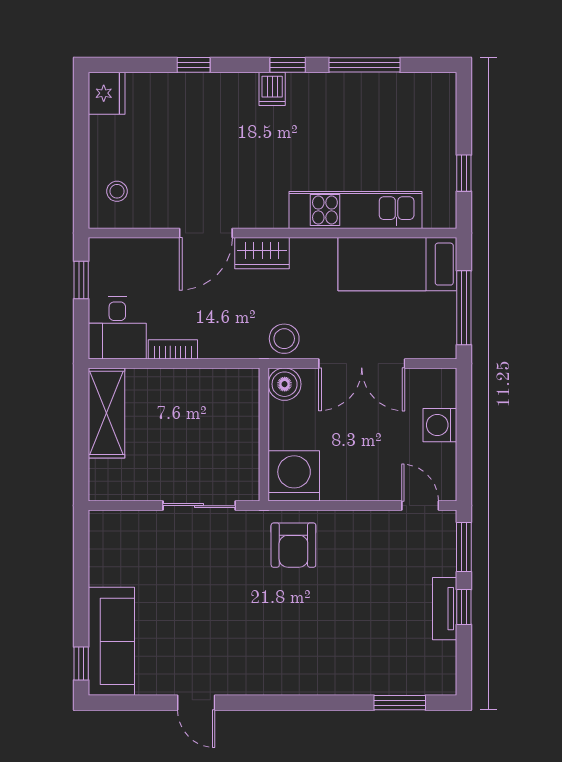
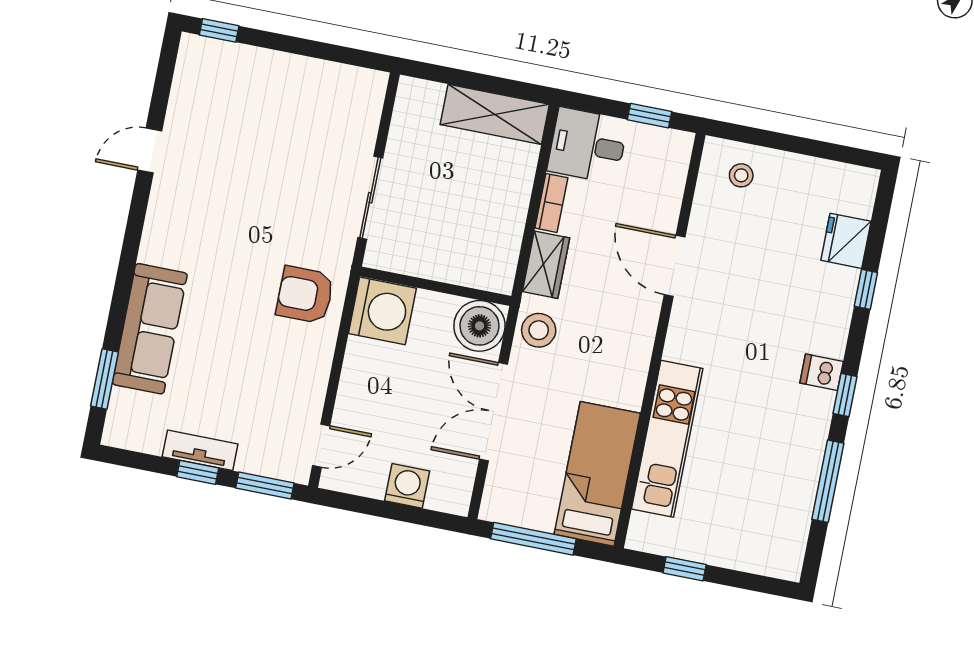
fridge: (107, 93) -> (846, 241), moved, turned 90
wardrobe: (262, 253) -> (546, 265), moved, turned 180
boiler: (285, 384) -> (479, 326), width x1.37, depth x1.37
sofa: (111, 641) -> (150, 329), moved, turned -90

